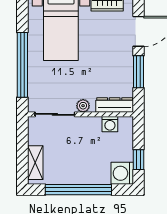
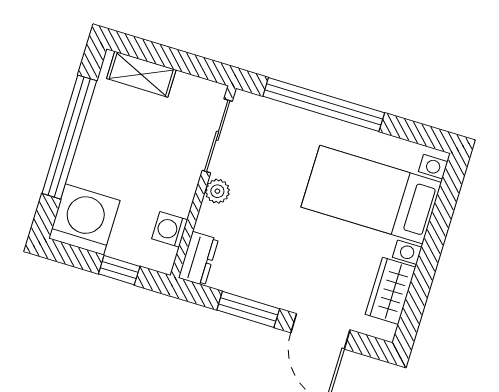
dresser: (115, 105) -> (198, 258), width x0.70
window: (139, 160) -> (119, 270), moved
washing machine: (122, 173) -> (84, 219), width x1.37, depth x1.37

